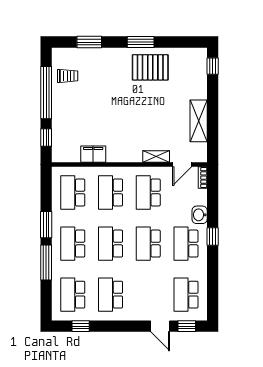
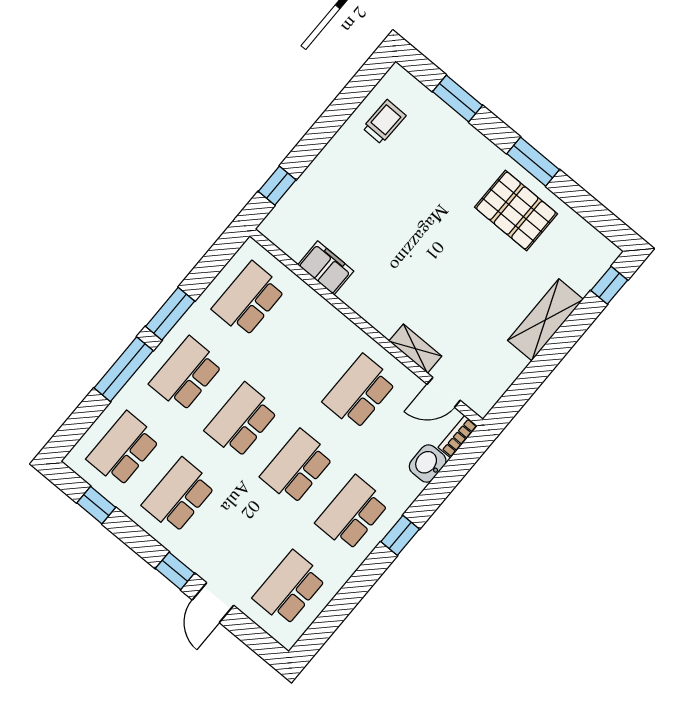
trolley: (68, 76) -> (384, 122), turned -89
window: (46, 93) -> (332, 120), removed
shelving: (199, 121) -> (545, 320), moved
school desk: (111, 193) -> (304, 346), removed
washbasin: (200, 215) -> (428, 464), moved
window: (187, 326) -> (175, 571), moved

